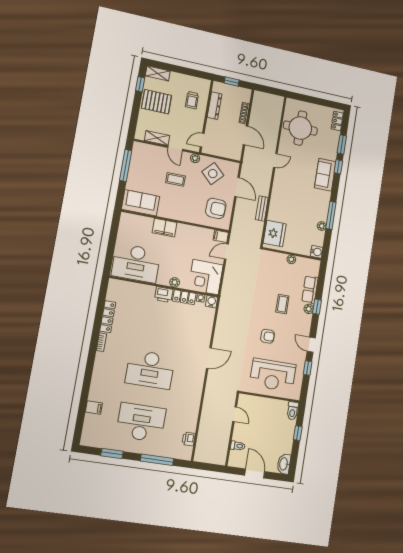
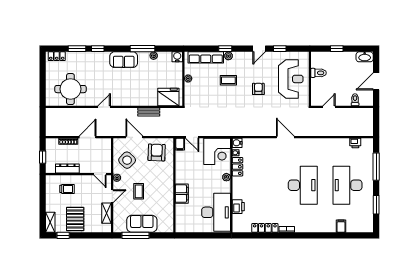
door: (275, 160) -> (104, 107), hinge flipped
sofa: (325, 175) -> (124, 60), moved
door: (237, 187) -> (134, 137), hinge flipped
sofa: (141, 203) -> (142, 224), moved, turned 90
row of seats: (310, 290) -> (206, 57), width x1.48
printer: (164, 295) -> (238, 207), moved
toilet: (293, 411) -> (318, 73), moved

